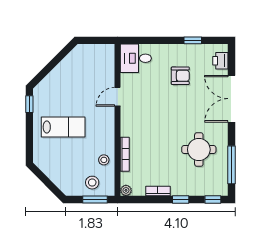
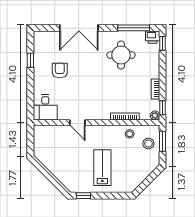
printer: (220, 61) -> (153, 37), moved
window: (181, 200) -> (163, 108), moved

